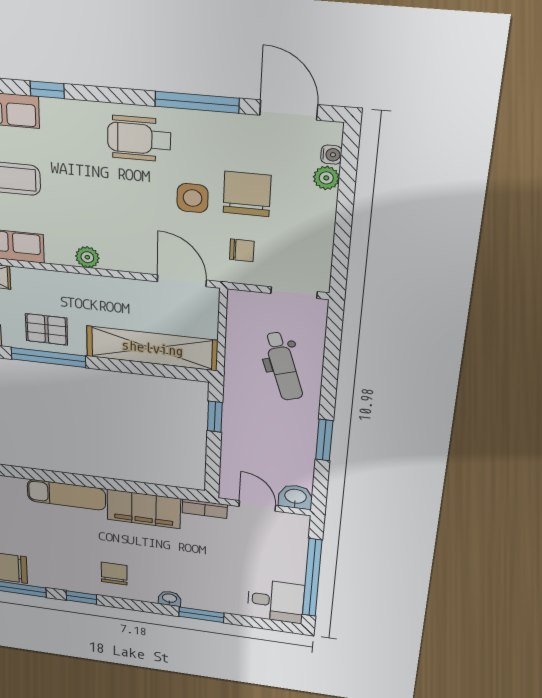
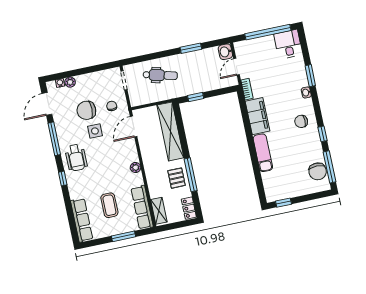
window: (47, 90) -> (63, 179), moved
dental chair: (283, 366) -> (160, 75), turned 32

